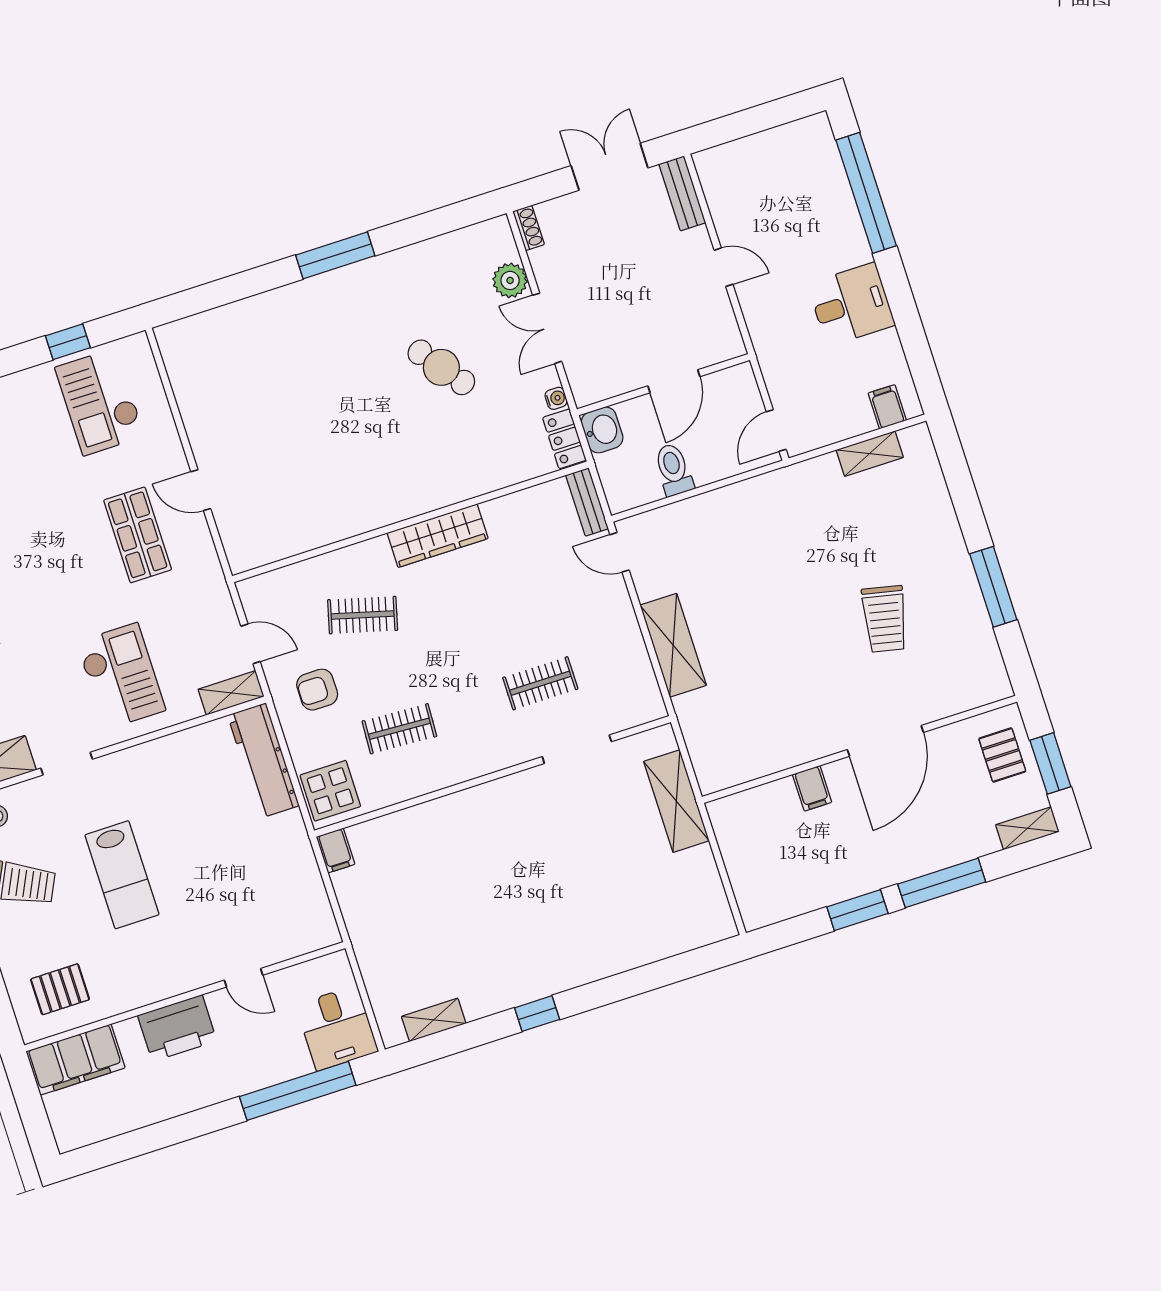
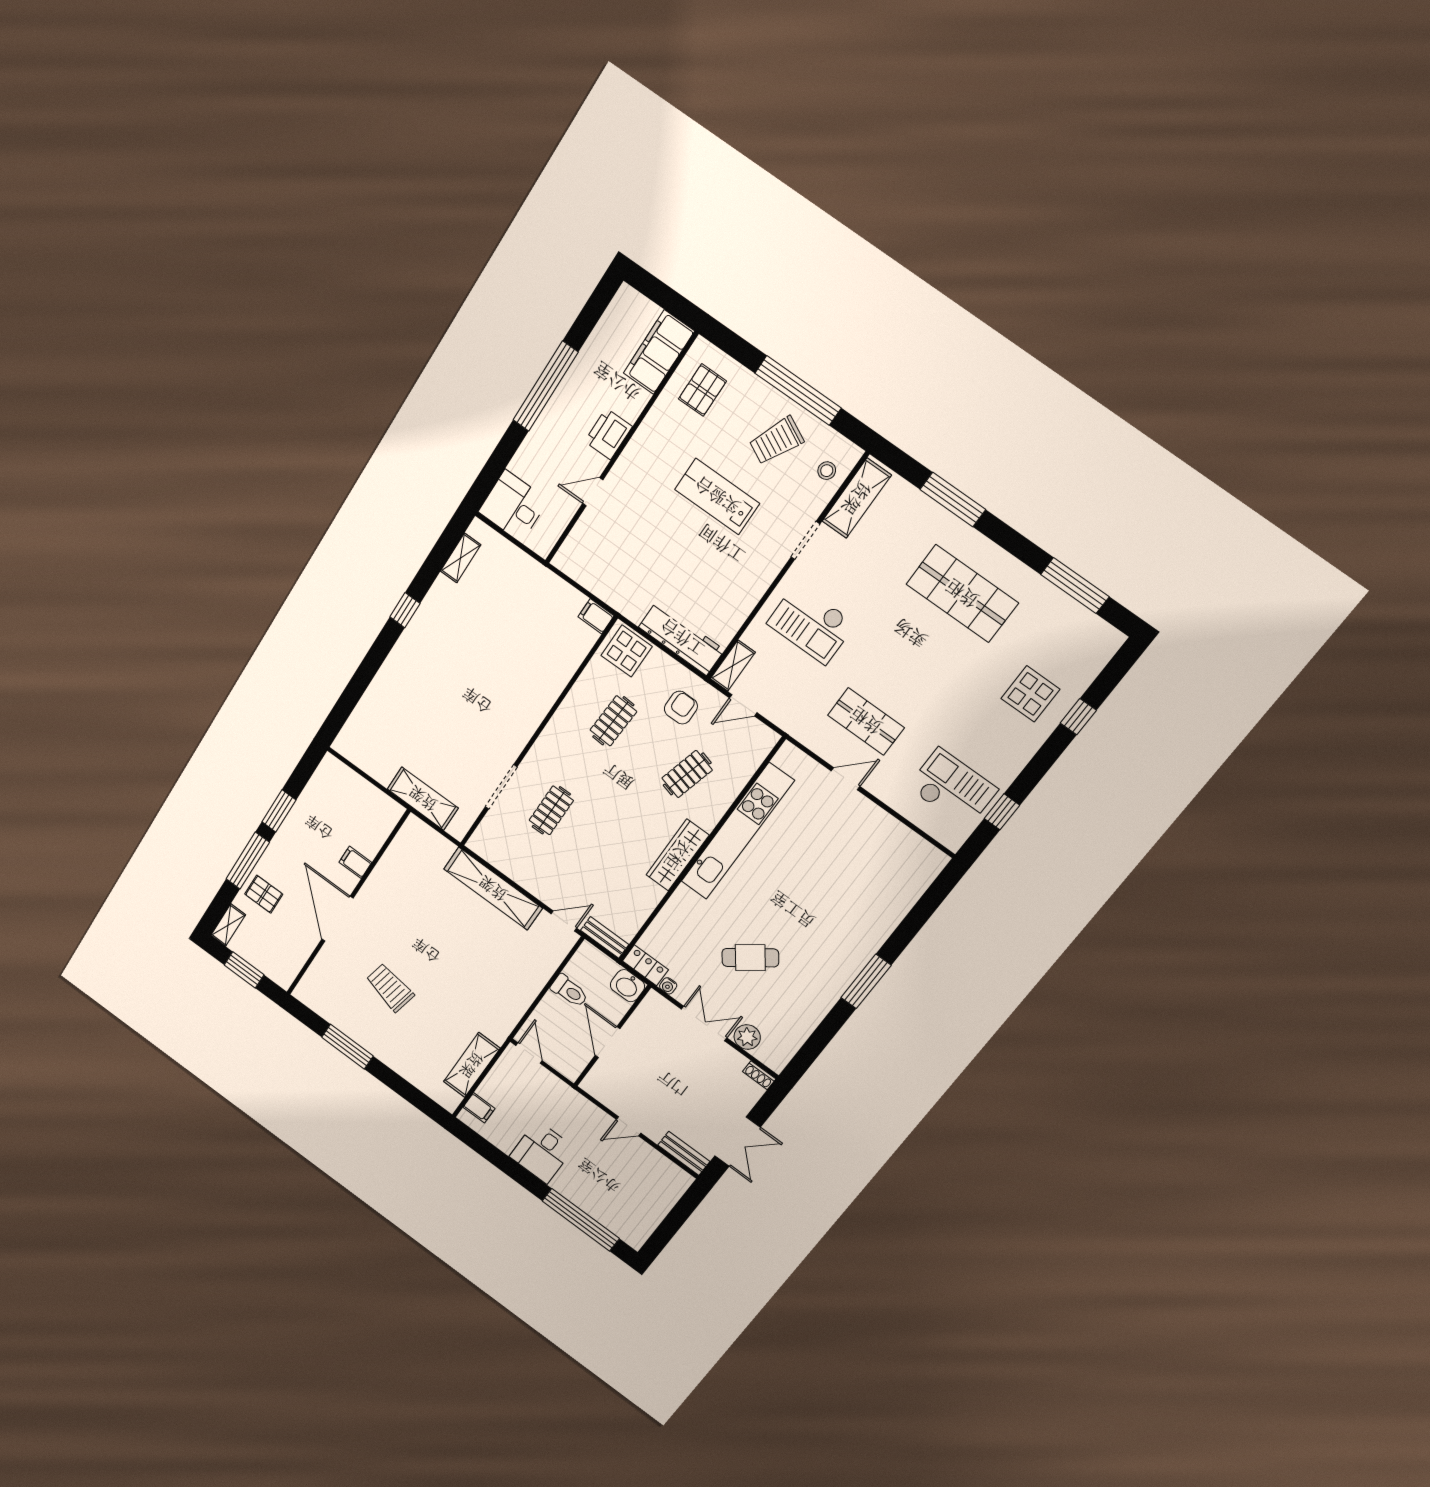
shelving: (870, 454) -> (472, 1065), width x1.50, depth x1.33
kitchen unit: (354, 515) -> (737, 831), added
shelving: (673, 645) -> (493, 889), width x1.47
pallet: (1002, 755) -> (264, 894), moved
printer: (177, 1028) -> (608, 434), width x0.73, depth x0.84
window: (298, 1091) -> (545, 386), moved

